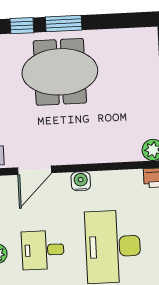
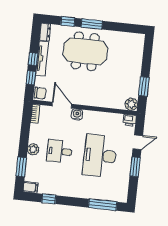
door: (35, 170) -> (62, 105), swing flipped
water cooler: (81, 181) -> (77, 114), moved

